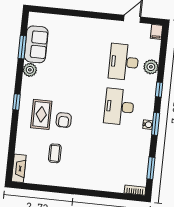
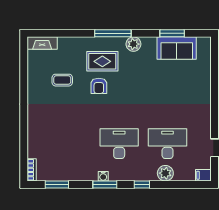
plant: (30, 70) -> (133, 44), moved
window: (17, 102) -> (113, 33), width x2.17
armchair: (64, 120) -> (99, 86), turned -90

